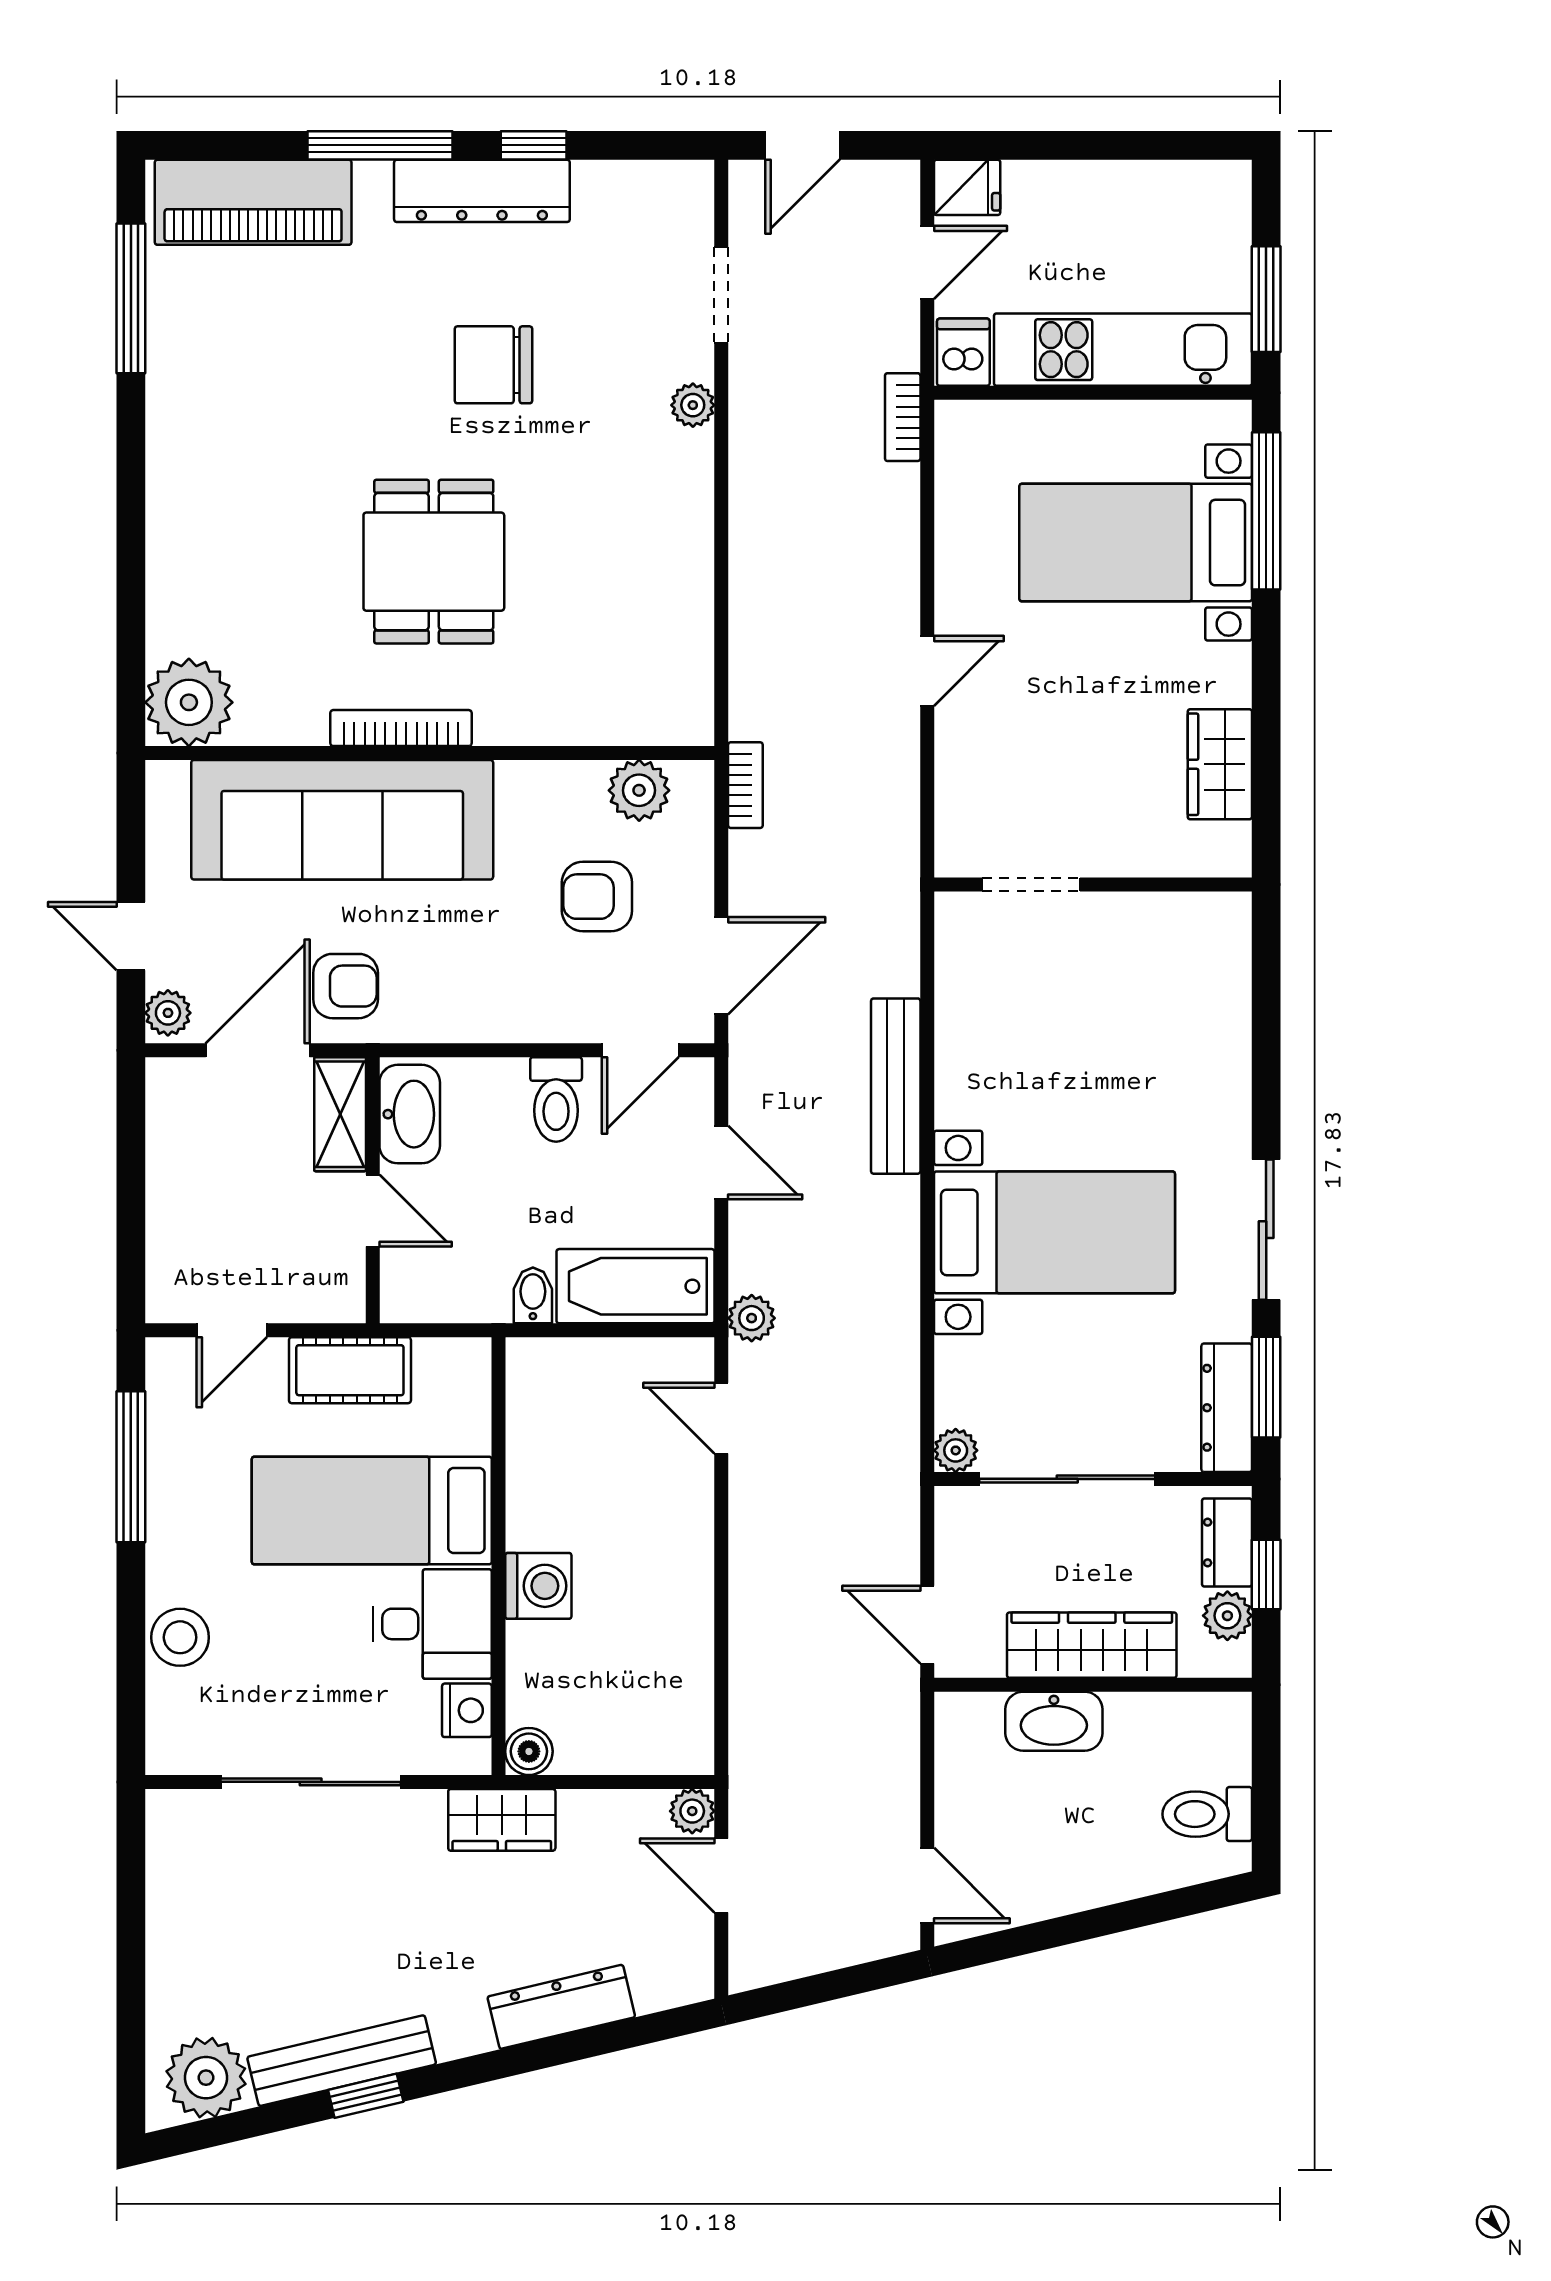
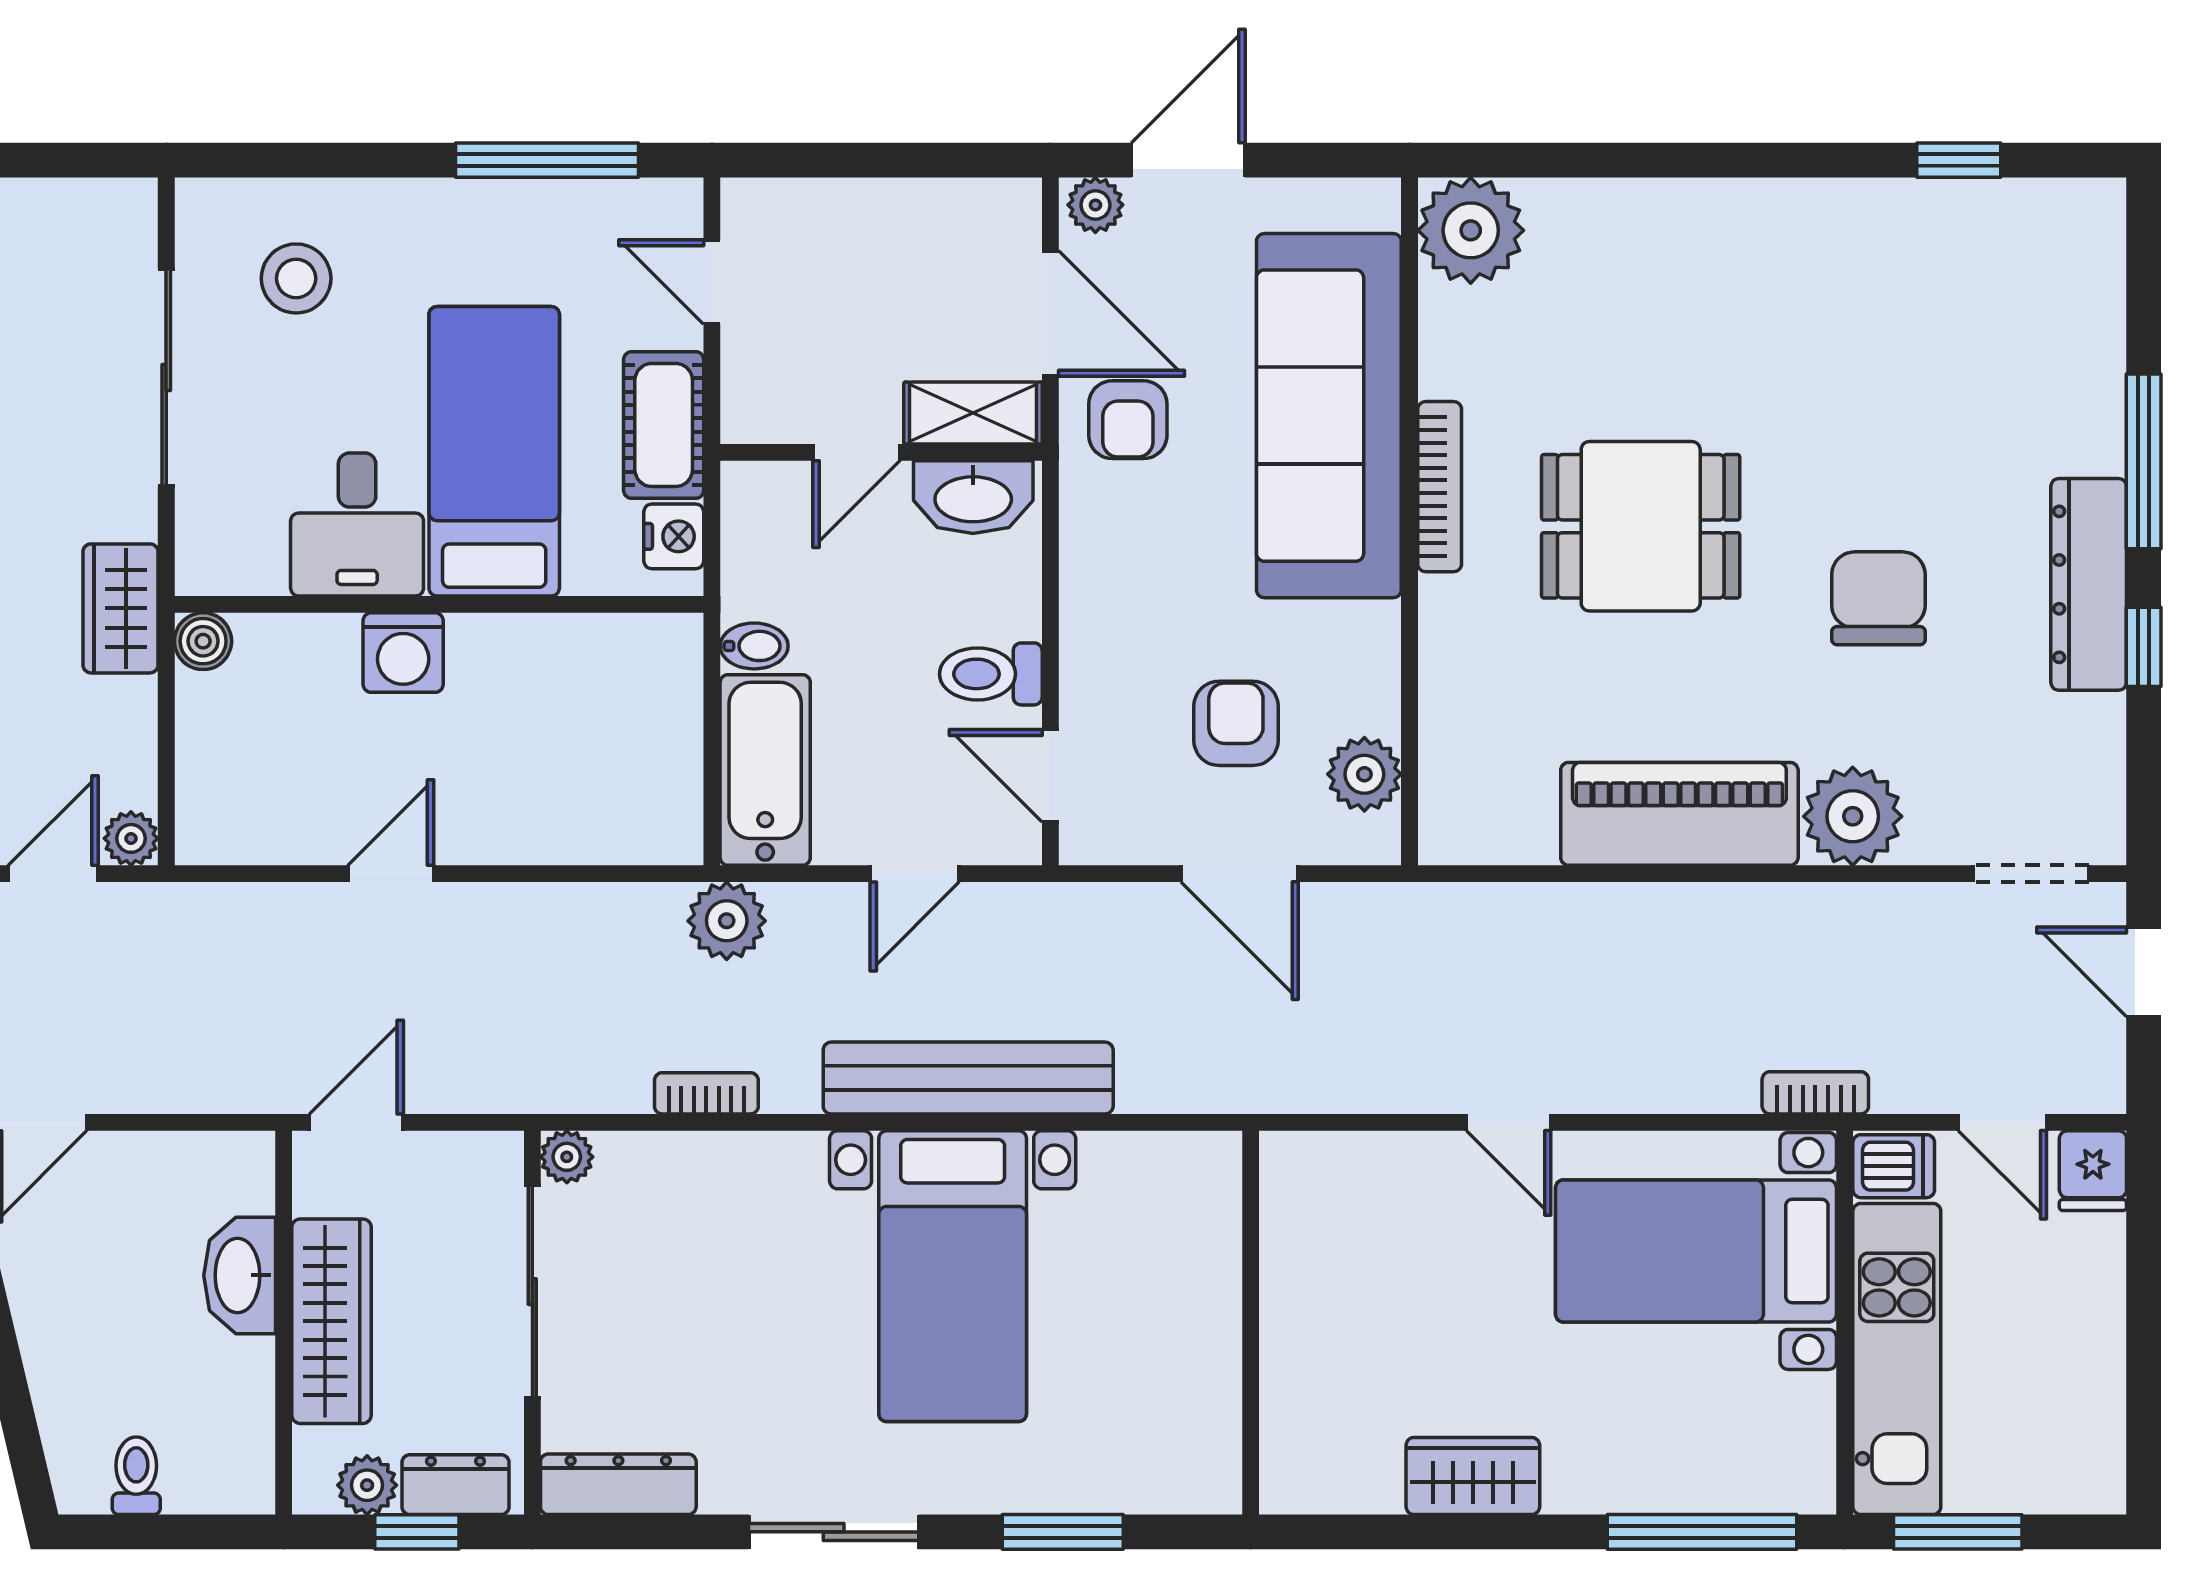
piano: (253, 202) -> (1679, 814), moved, turned 90
doorway: (721, 295) -> (2031, 874), moved
window: (131, 298) -> (1959, 160), width x0.46
plant: (693, 405) -> (1853, 816), width x1.88, depth x1.88
bed with nightstands: (1136, 543) -> (1696, 1251), moved, turned -90
wardrobe: (1220, 764) -> (1473, 1476), moved
bookcase: (745, 785) -> (706, 1093), moved, turned 180
doorway: (1031, 884) -> (1251, 1248), removed
door: (131, 936) -> (1188, 160), width x1.37
door: (721, 966) -> (1240, 874), moved
bench: (896, 1086) -> (968, 1078), width x1.37, depth x1.21
bed with nightstands: (1054, 1232) -> (953, 1276), moved
plant: (752, 1318) -> (727, 921), width x1.38, depth x1.38
window: (1266, 1387) -> (1063, 1532), moved
door: (721, 1418) -> (391, 874), moved
stool: (180, 1637) -> (296, 278), moved
nightstand: (467, 1710) -> (674, 536), moved, turned -90
toilet: (1207, 1814) -> (136, 1476), width x0.73, depth x0.72

